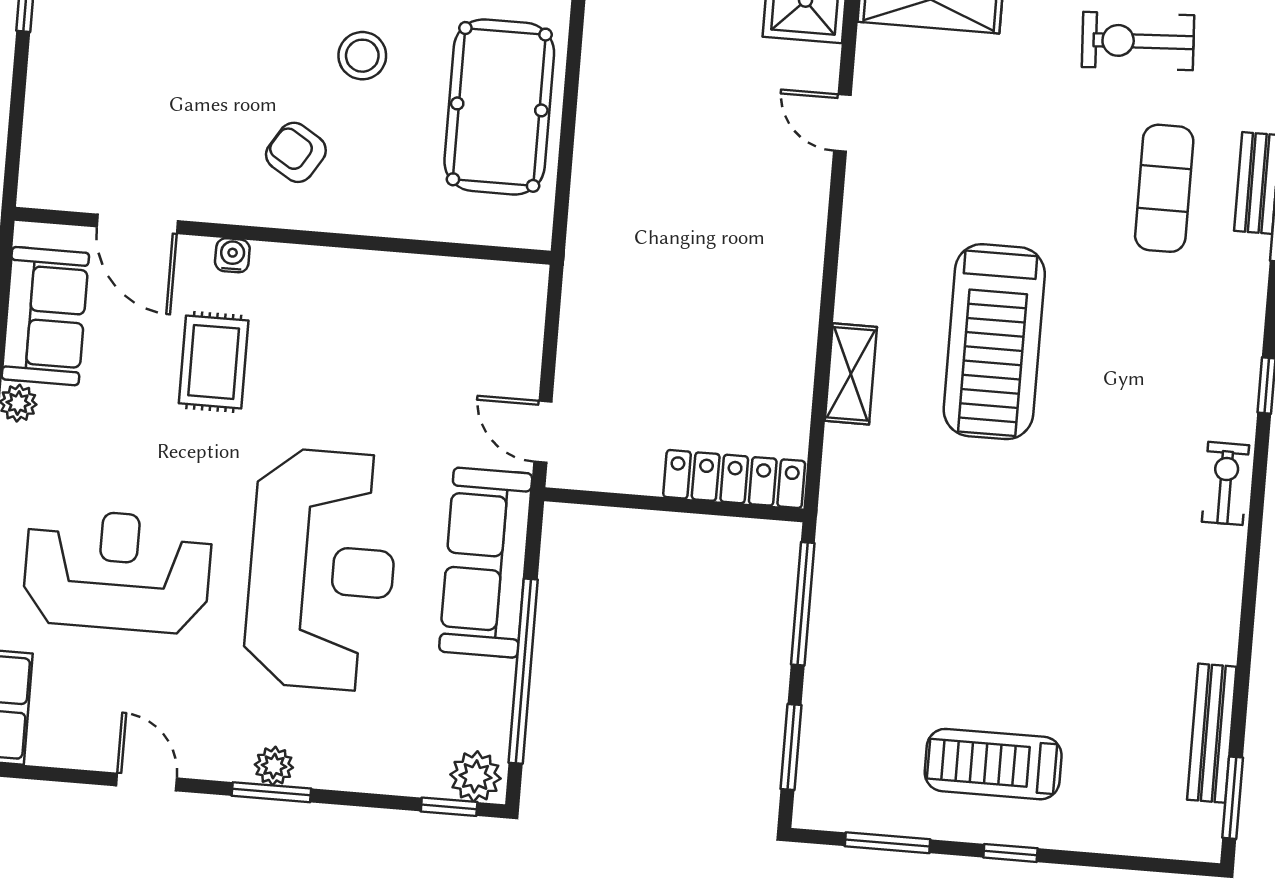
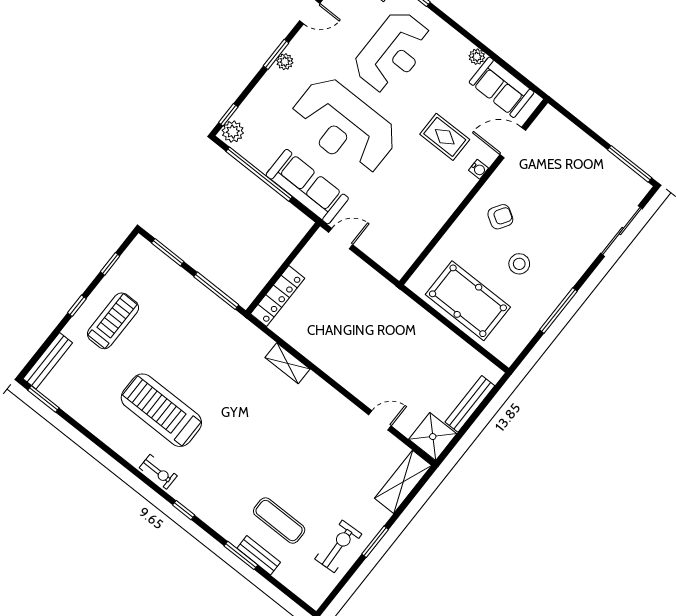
treadmill: (994, 342) -> (161, 410), moved
bench: (1212, 733) -> (48, 361), moved, turned 90
window: (887, 843) -> (110, 264), width x0.67

